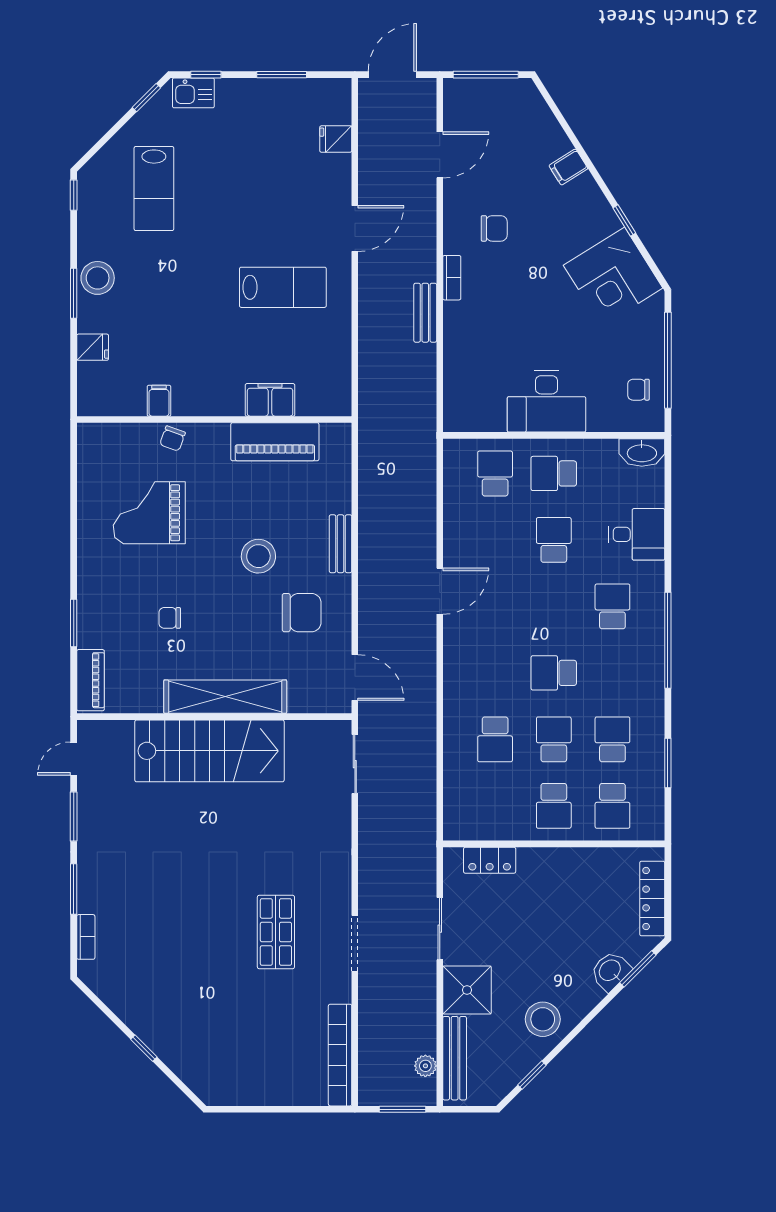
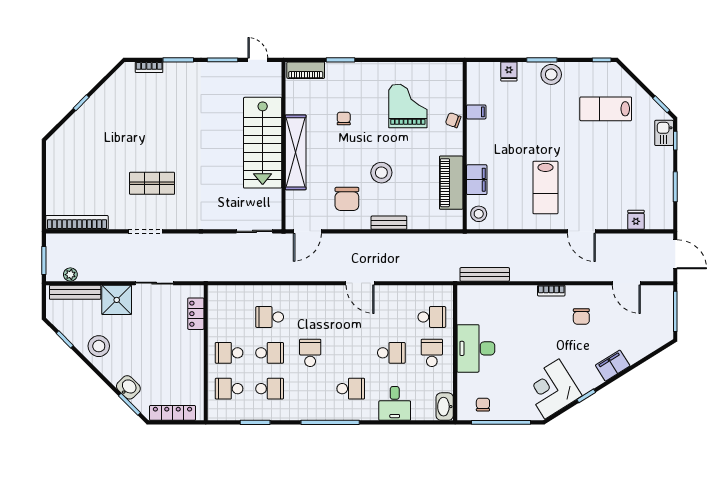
filing cabinet: (568, 167) -> (613, 366), width x2.00
bench: (425, 313) -> (485, 274), moved, width x1.36
stool: (326, 397) -> (479, 214), added

